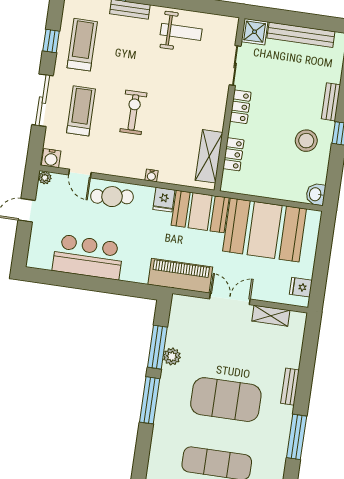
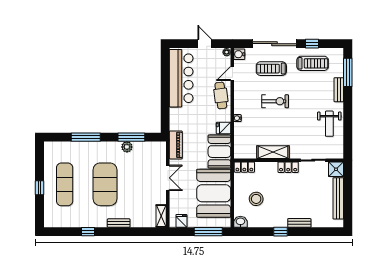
sliding door: (42, 100) -> (274, 44), width x1.36
treadmill: (81, 111) -> (271, 69), turned 180
stool: (306, 141) -> (256, 199), moved
locker: (233, 154) -> (244, 167), moved
shelving: (209, 156) -> (273, 152), moved
window: (324, 248) -> (208, 232), added
bar counter: (88, 257) -> (181, 78), width x1.36
piano: (180, 276) -> (176, 145), width x0.73, depth x0.75
shelving: (271, 316) -> (161, 216), moved
window: (150, 400) -> (86, 137), moved
window: (297, 437) -> (88, 232), width x0.46

